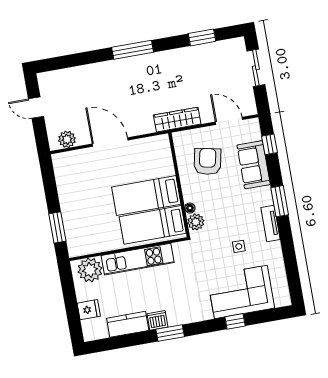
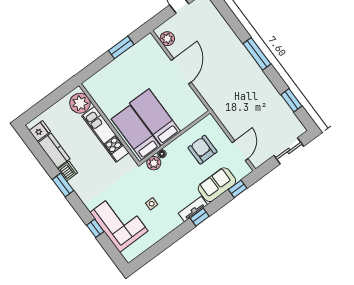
wardrobe: (177, 120) -> (222, 112), removed
armchair: (207, 161) -> (202, 150), turned -102
window: (280, 201) -> (200, 217), width x0.67
tv unit: (270, 223) -> (193, 209), moved
window: (57, 227) -> (121, 47), moved
fridge: (89, 310) -> (40, 131), moved, turned -90

